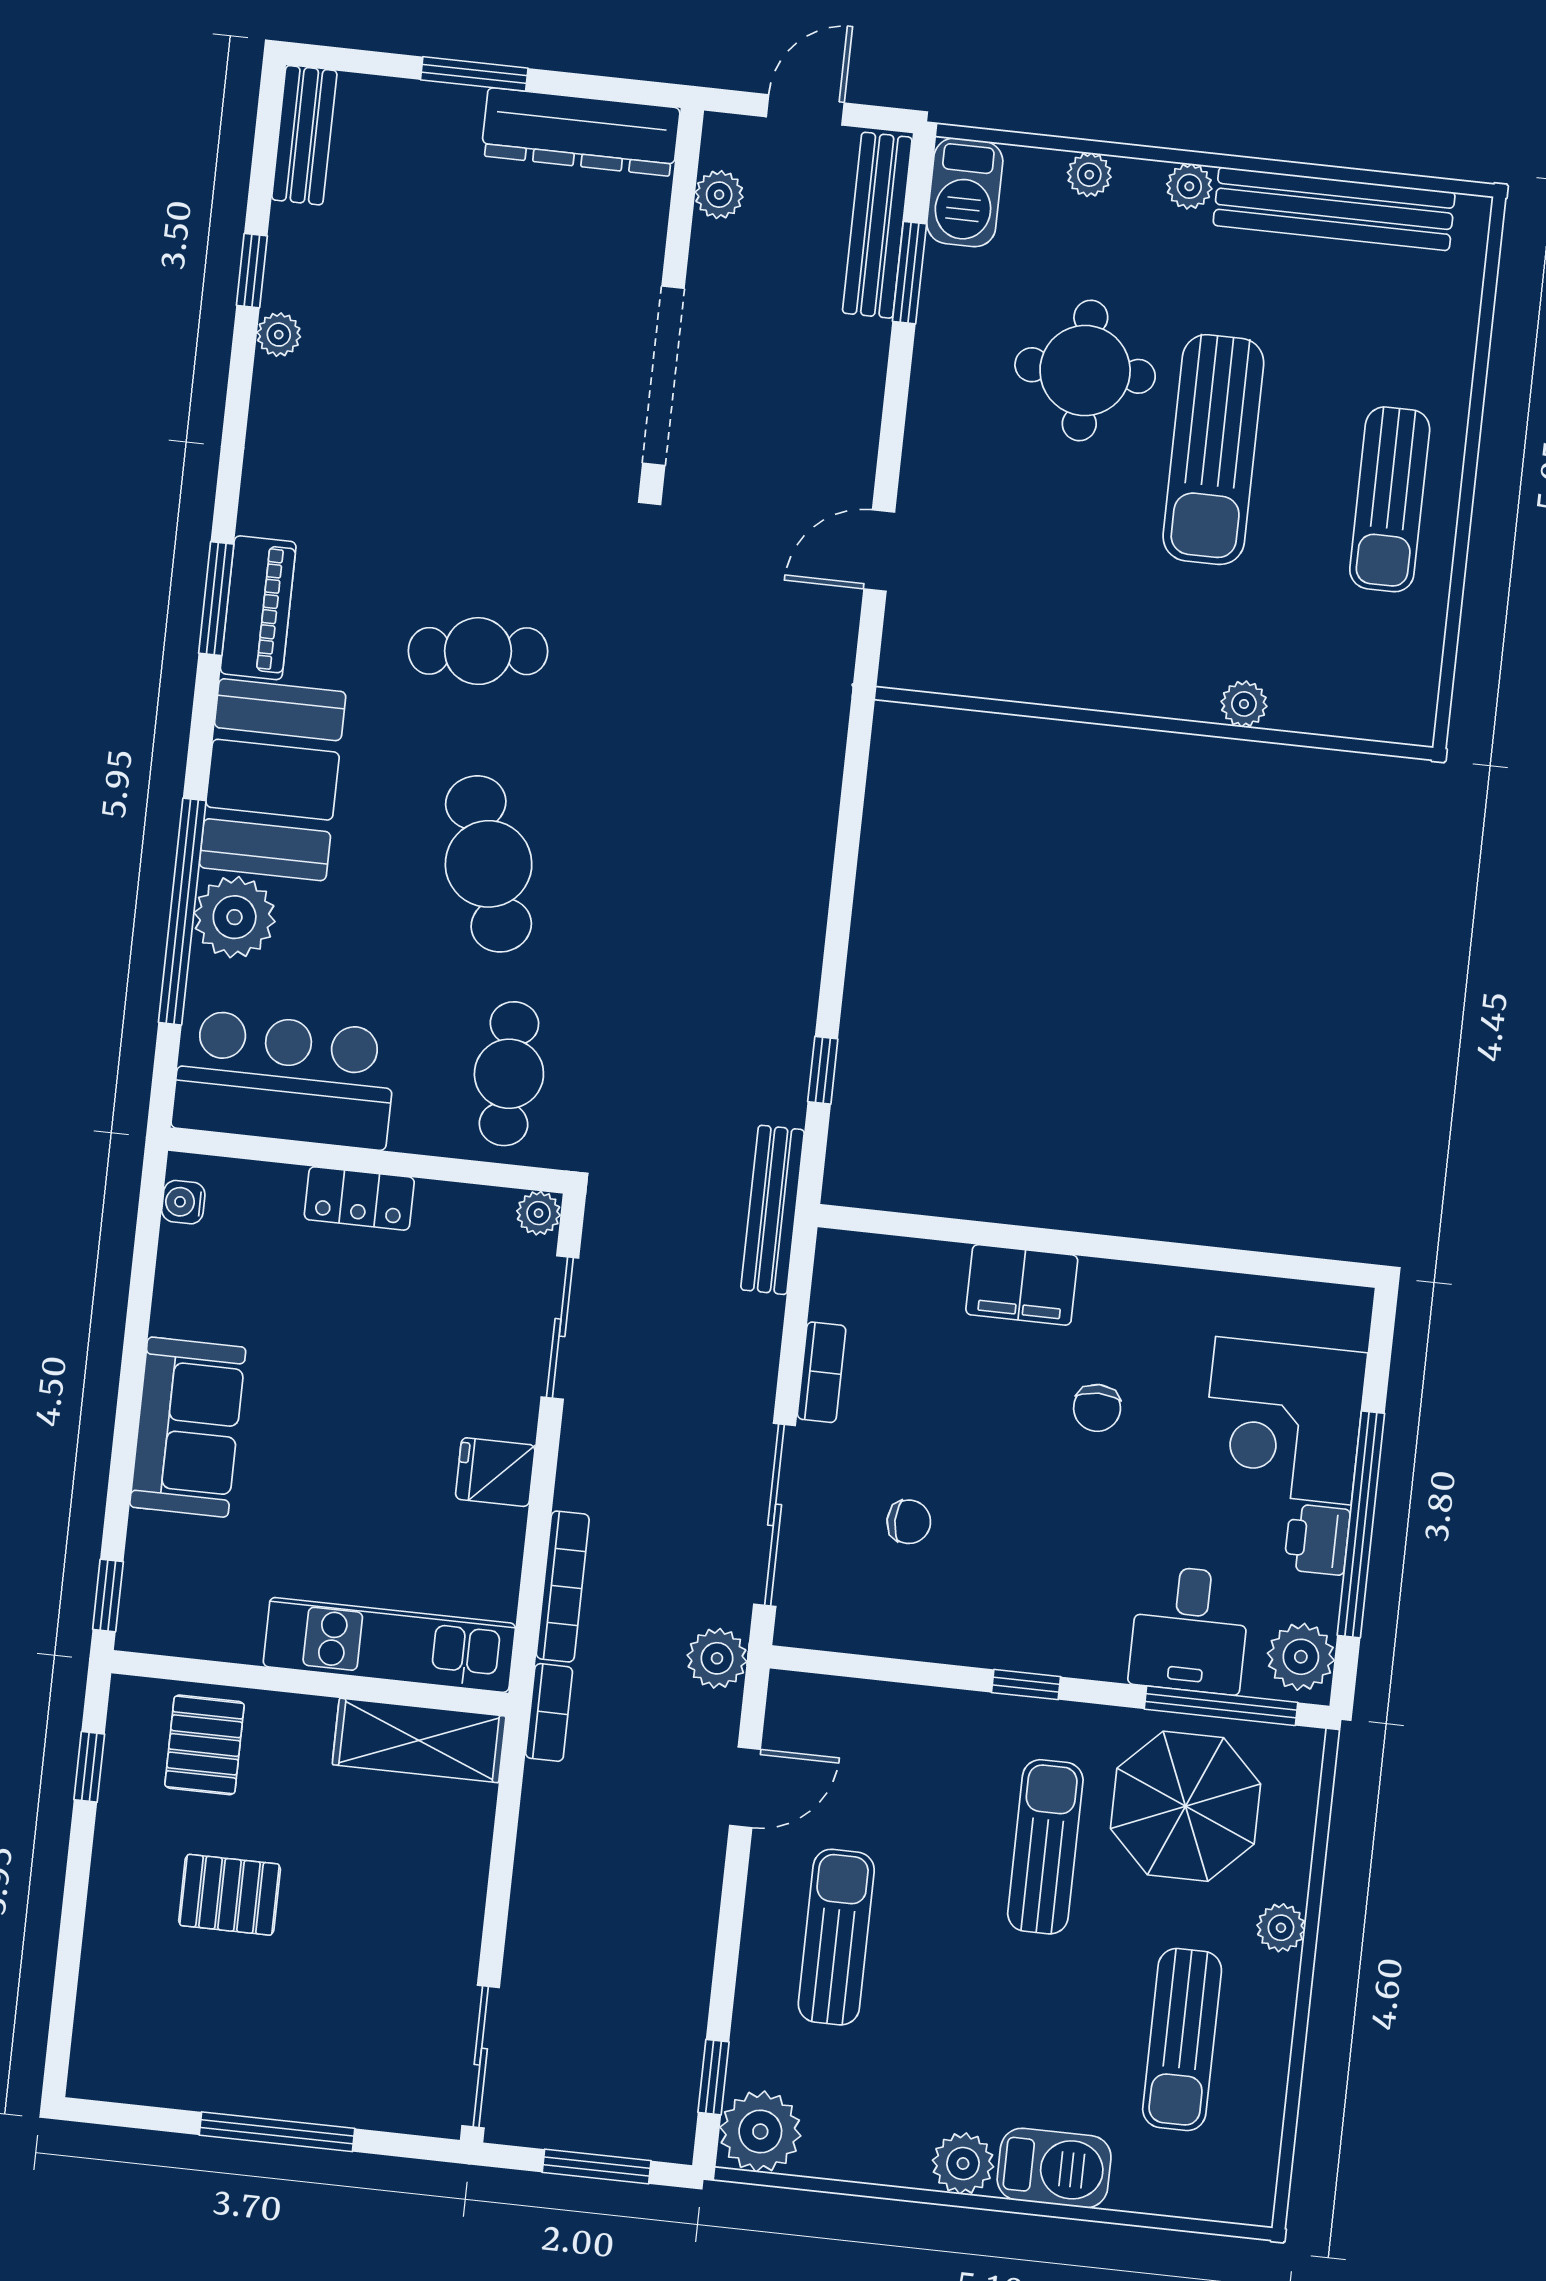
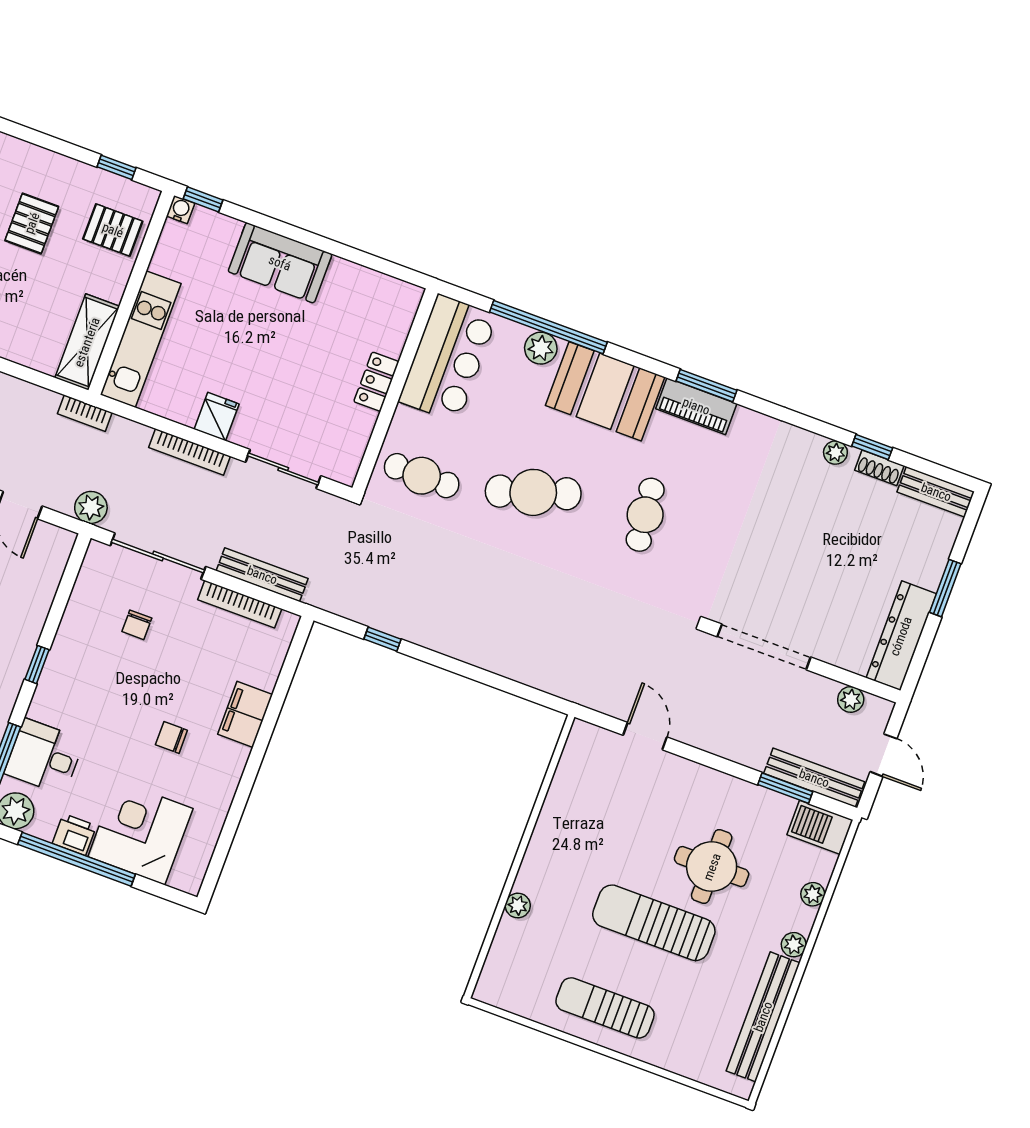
shoe rack: (287, 248) -> (879, 468), added
plant: (235, 917) -> (541, 348), width x0.73, depth x0.73
water cooler: (183, 1202) -> (181, 210), moved
bench: (773, 1210) -> (262, 575), moved
plant: (539, 1213) -> (345, 473), removed
bookcase: (821, 1372) -> (240, 604), width x1.56
bookcase: (563, 1587) -> (189, 452), moved

